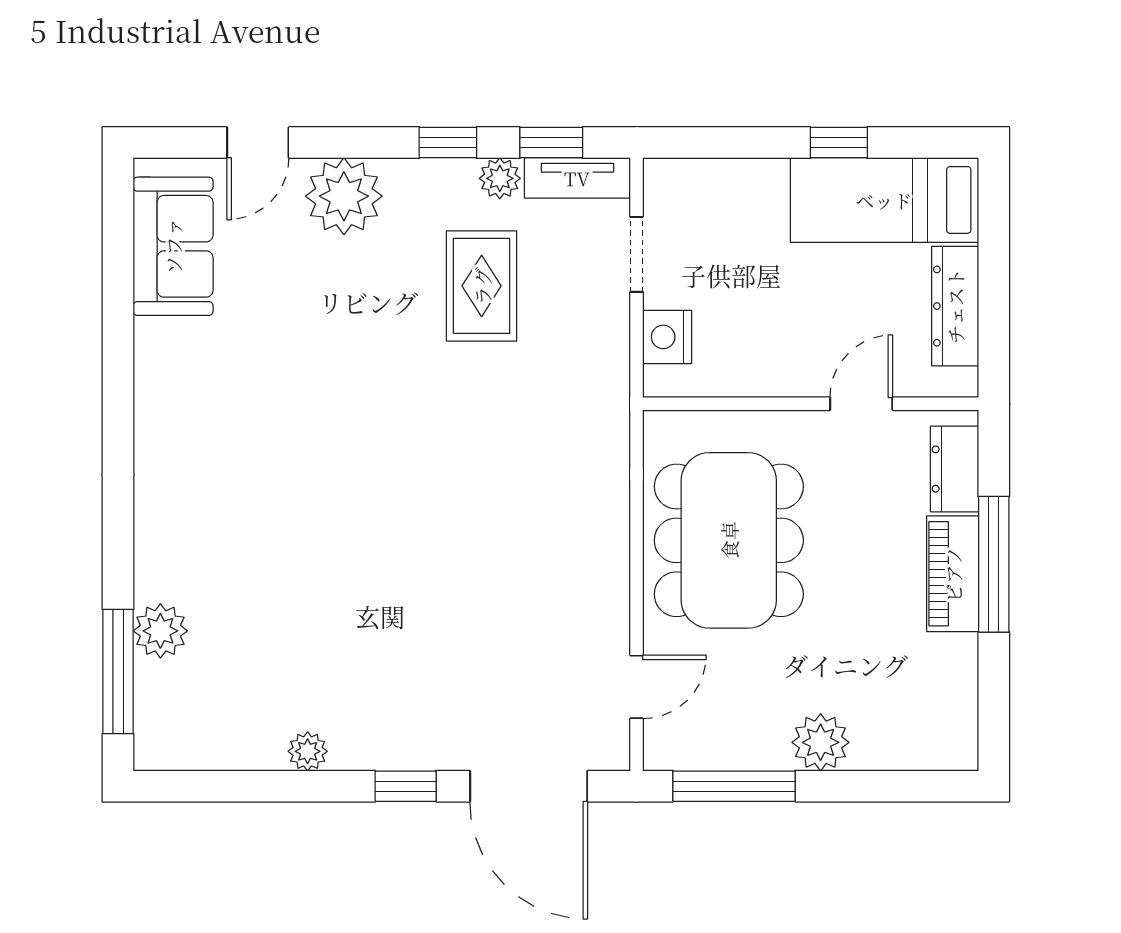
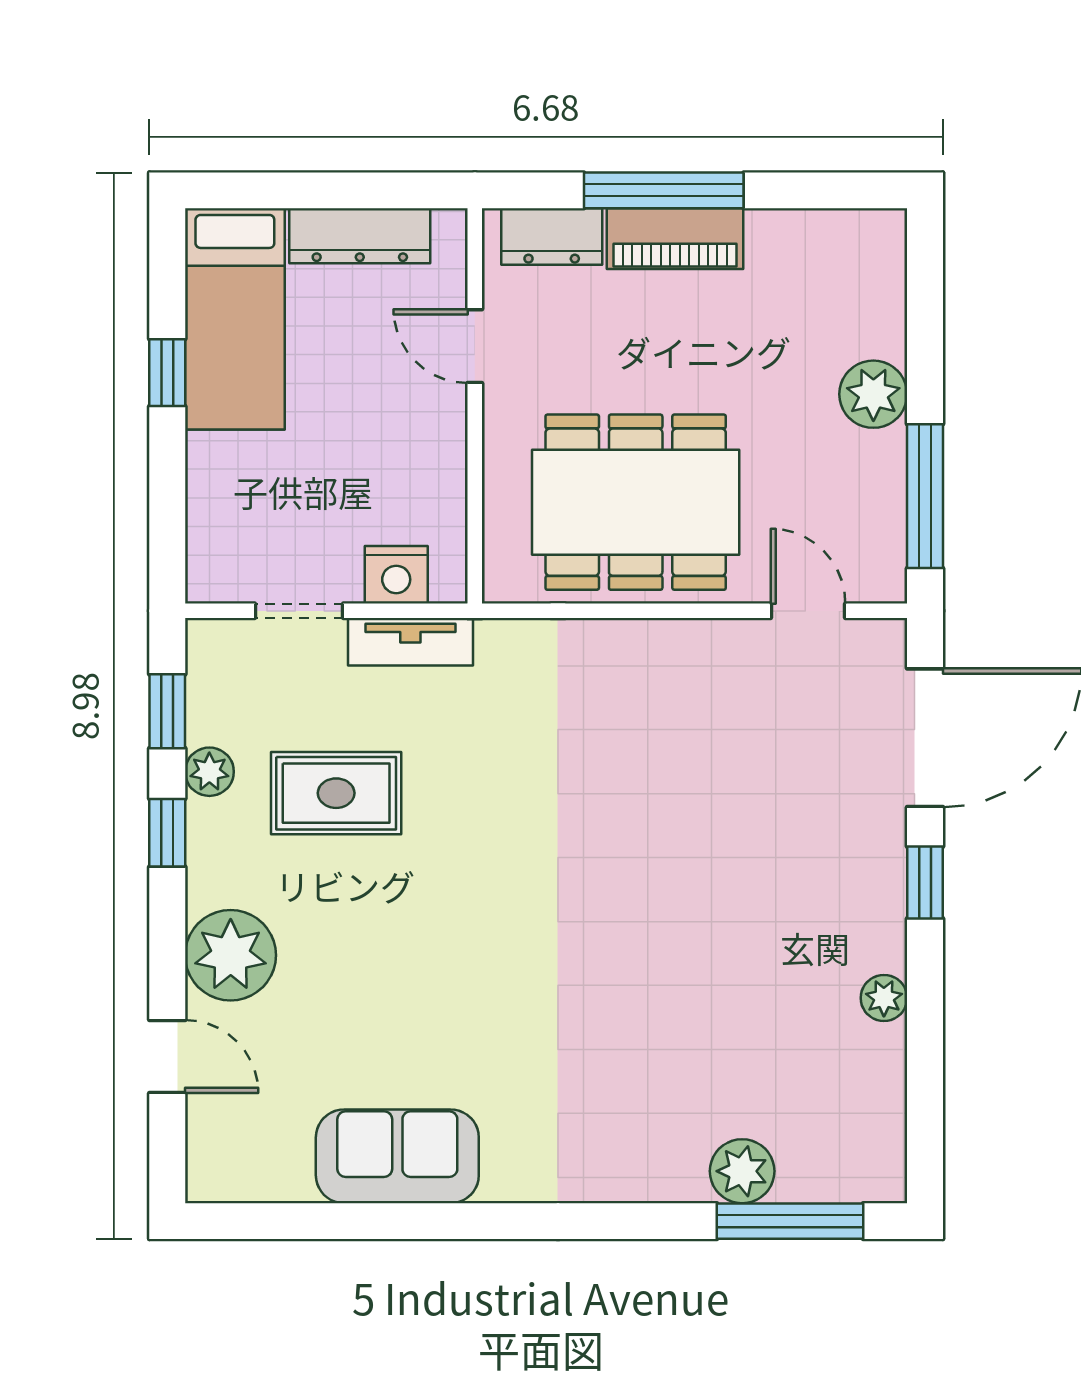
tv unit: (577, 178) -> (410, 642), moved, turned 90
sofa: (173, 246) -> (397, 1156), moved

